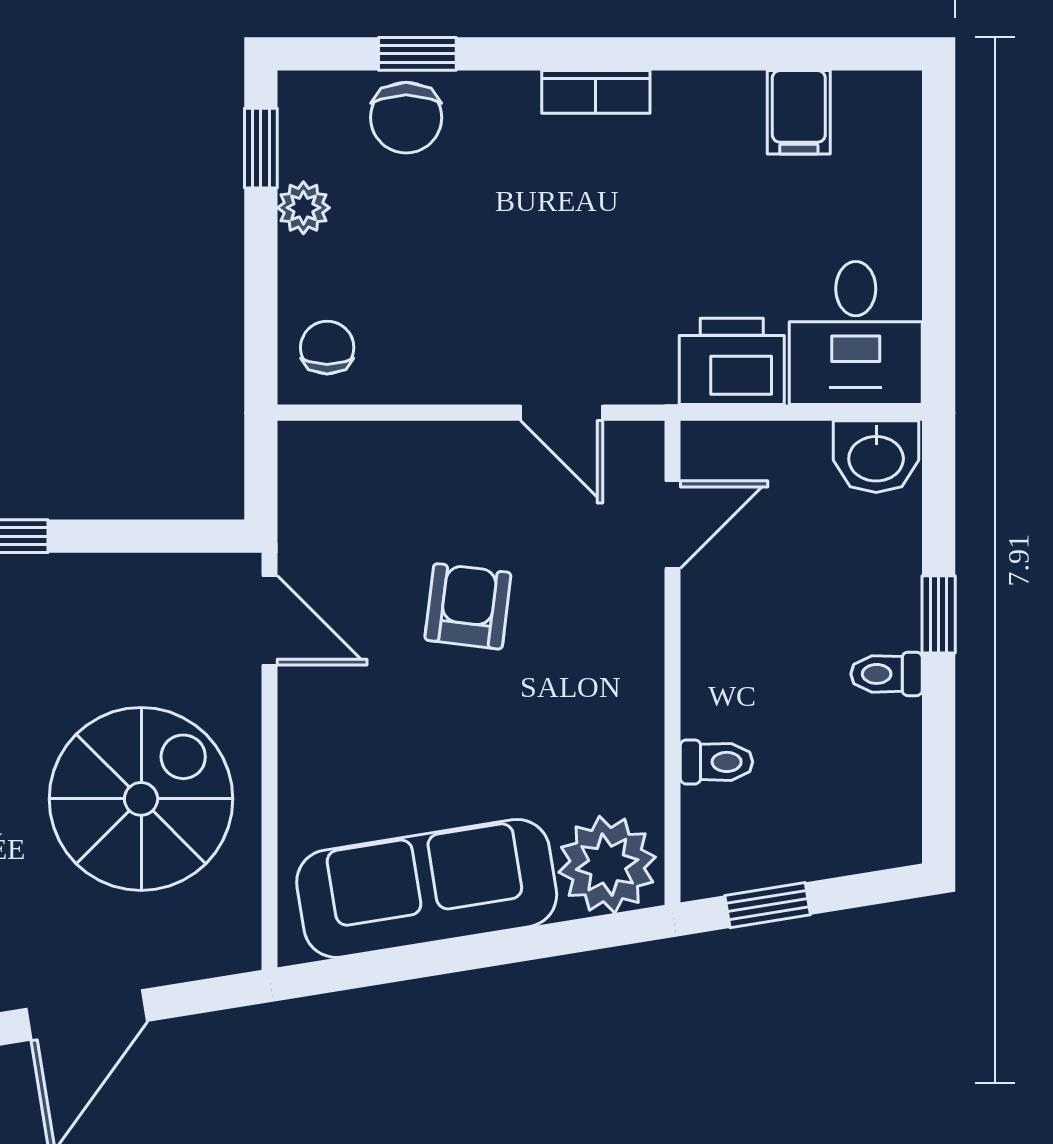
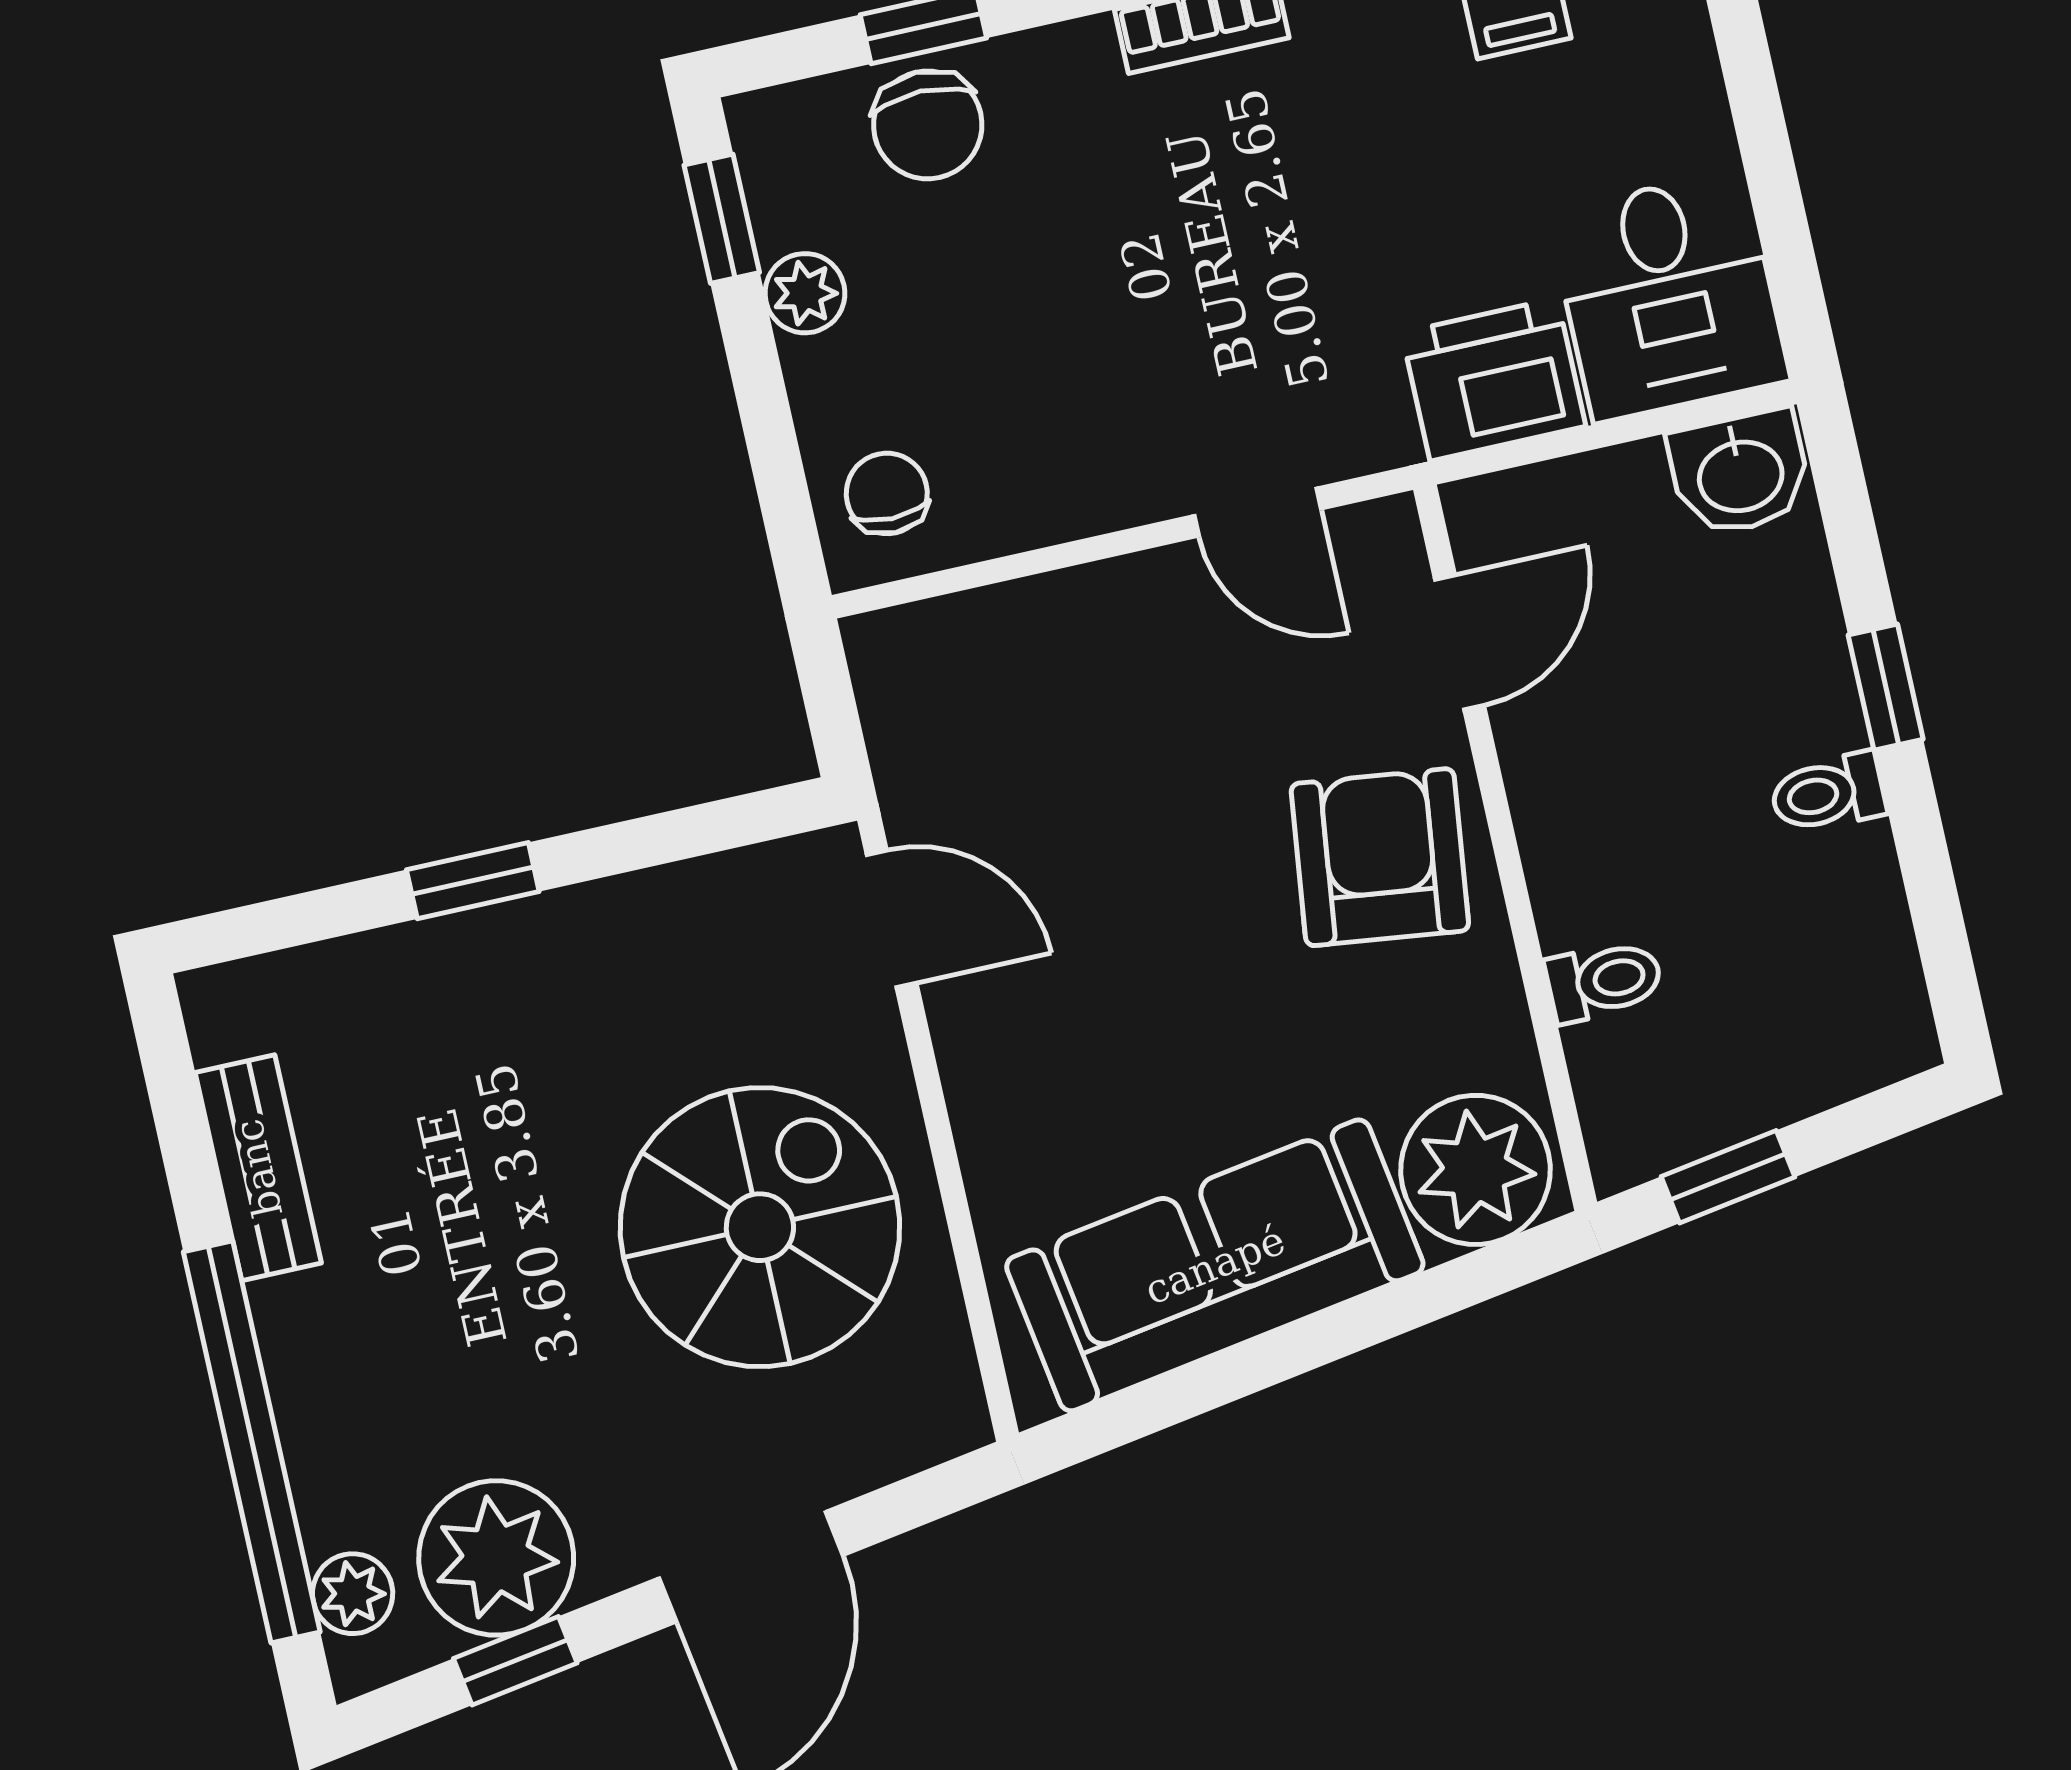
armchair: (468, 606) -> (1380, 857), moved, width x1.38, depth x1.38

